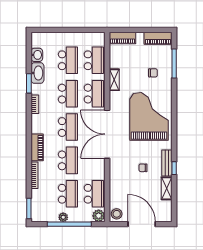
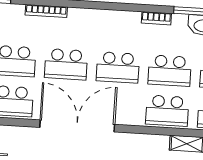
double door: (107, 134) -> (77, 126), moved
piano: (37, 147) -> (89, 18), removed

